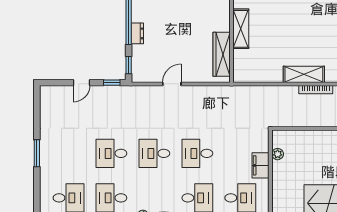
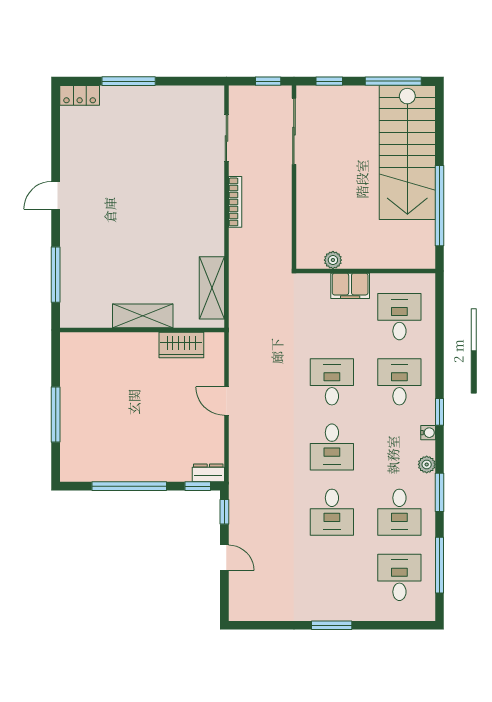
dresser: (137, 33) -> (208, 473), moved
wardrobe: (222, 54) -> (181, 345), width x0.67
shelving: (304, 74) -> (212, 288), moved
door: (172, 84) -> (226, 401), moved
desk: (197, 153) -> (332, 382), turned 180

